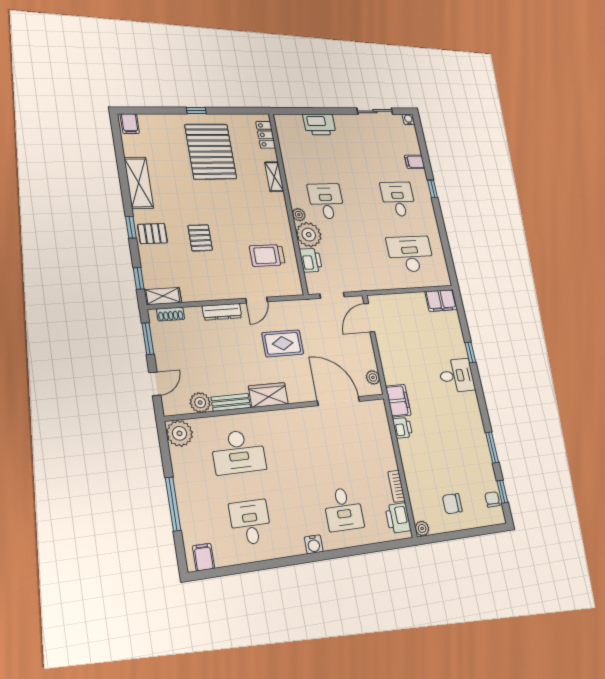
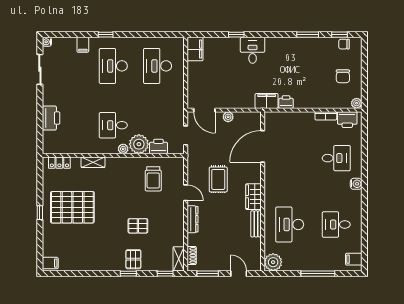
shelving: (139, 183) -> (95, 263), removed
desk: (398, 199) -> (113, 66), width x1.37
plant: (373, 377) -> (228, 117), moved
plant: (200, 403) -> (254, 245), removed
desk: (238, 452) -> (290, 224), turned 180

